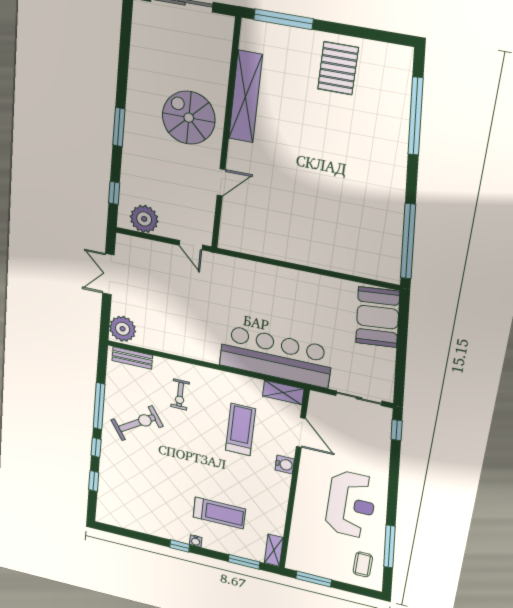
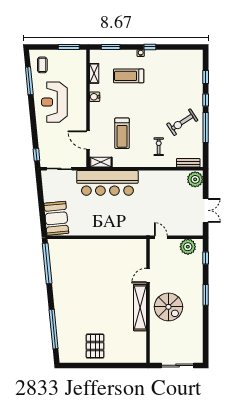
window: (283, 19) -> (125, 365), removed
shelving: (245, 97) -> (140, 308), moved
water cooler: (285, 465) -> (95, 97), moved
shelving: (274, 550) -> (94, 73), moved

